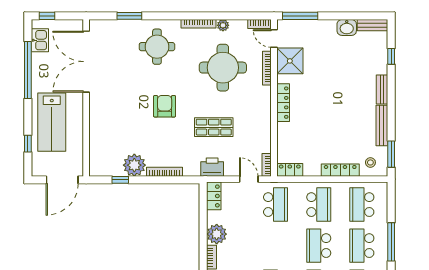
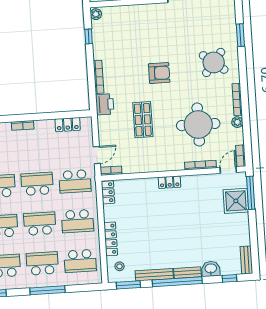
washbasin: (347, 27) -> (211, 269), moved, turned 90
round table: (157, 47) -> (214, 62), turned 38
window: (391, 56) -> (229, 278), moved
shower: (290, 61) -> (236, 201), moved
window: (391, 101) -> (177, 282), added
locker: (283, 103) -> (169, 182), width x0.66
plant: (134, 165) -> (96, 14), moved, width x0.53, depth x0.53
printer: (212, 167) -> (105, 104), moved
locker: (214, 196) -> (68, 125), moved
school desk: (362, 205) -> (80, 261), turned 180
plant: (217, 234) -> (44, 129), removed
school desk: (276, 246) -> (37, 184), added

